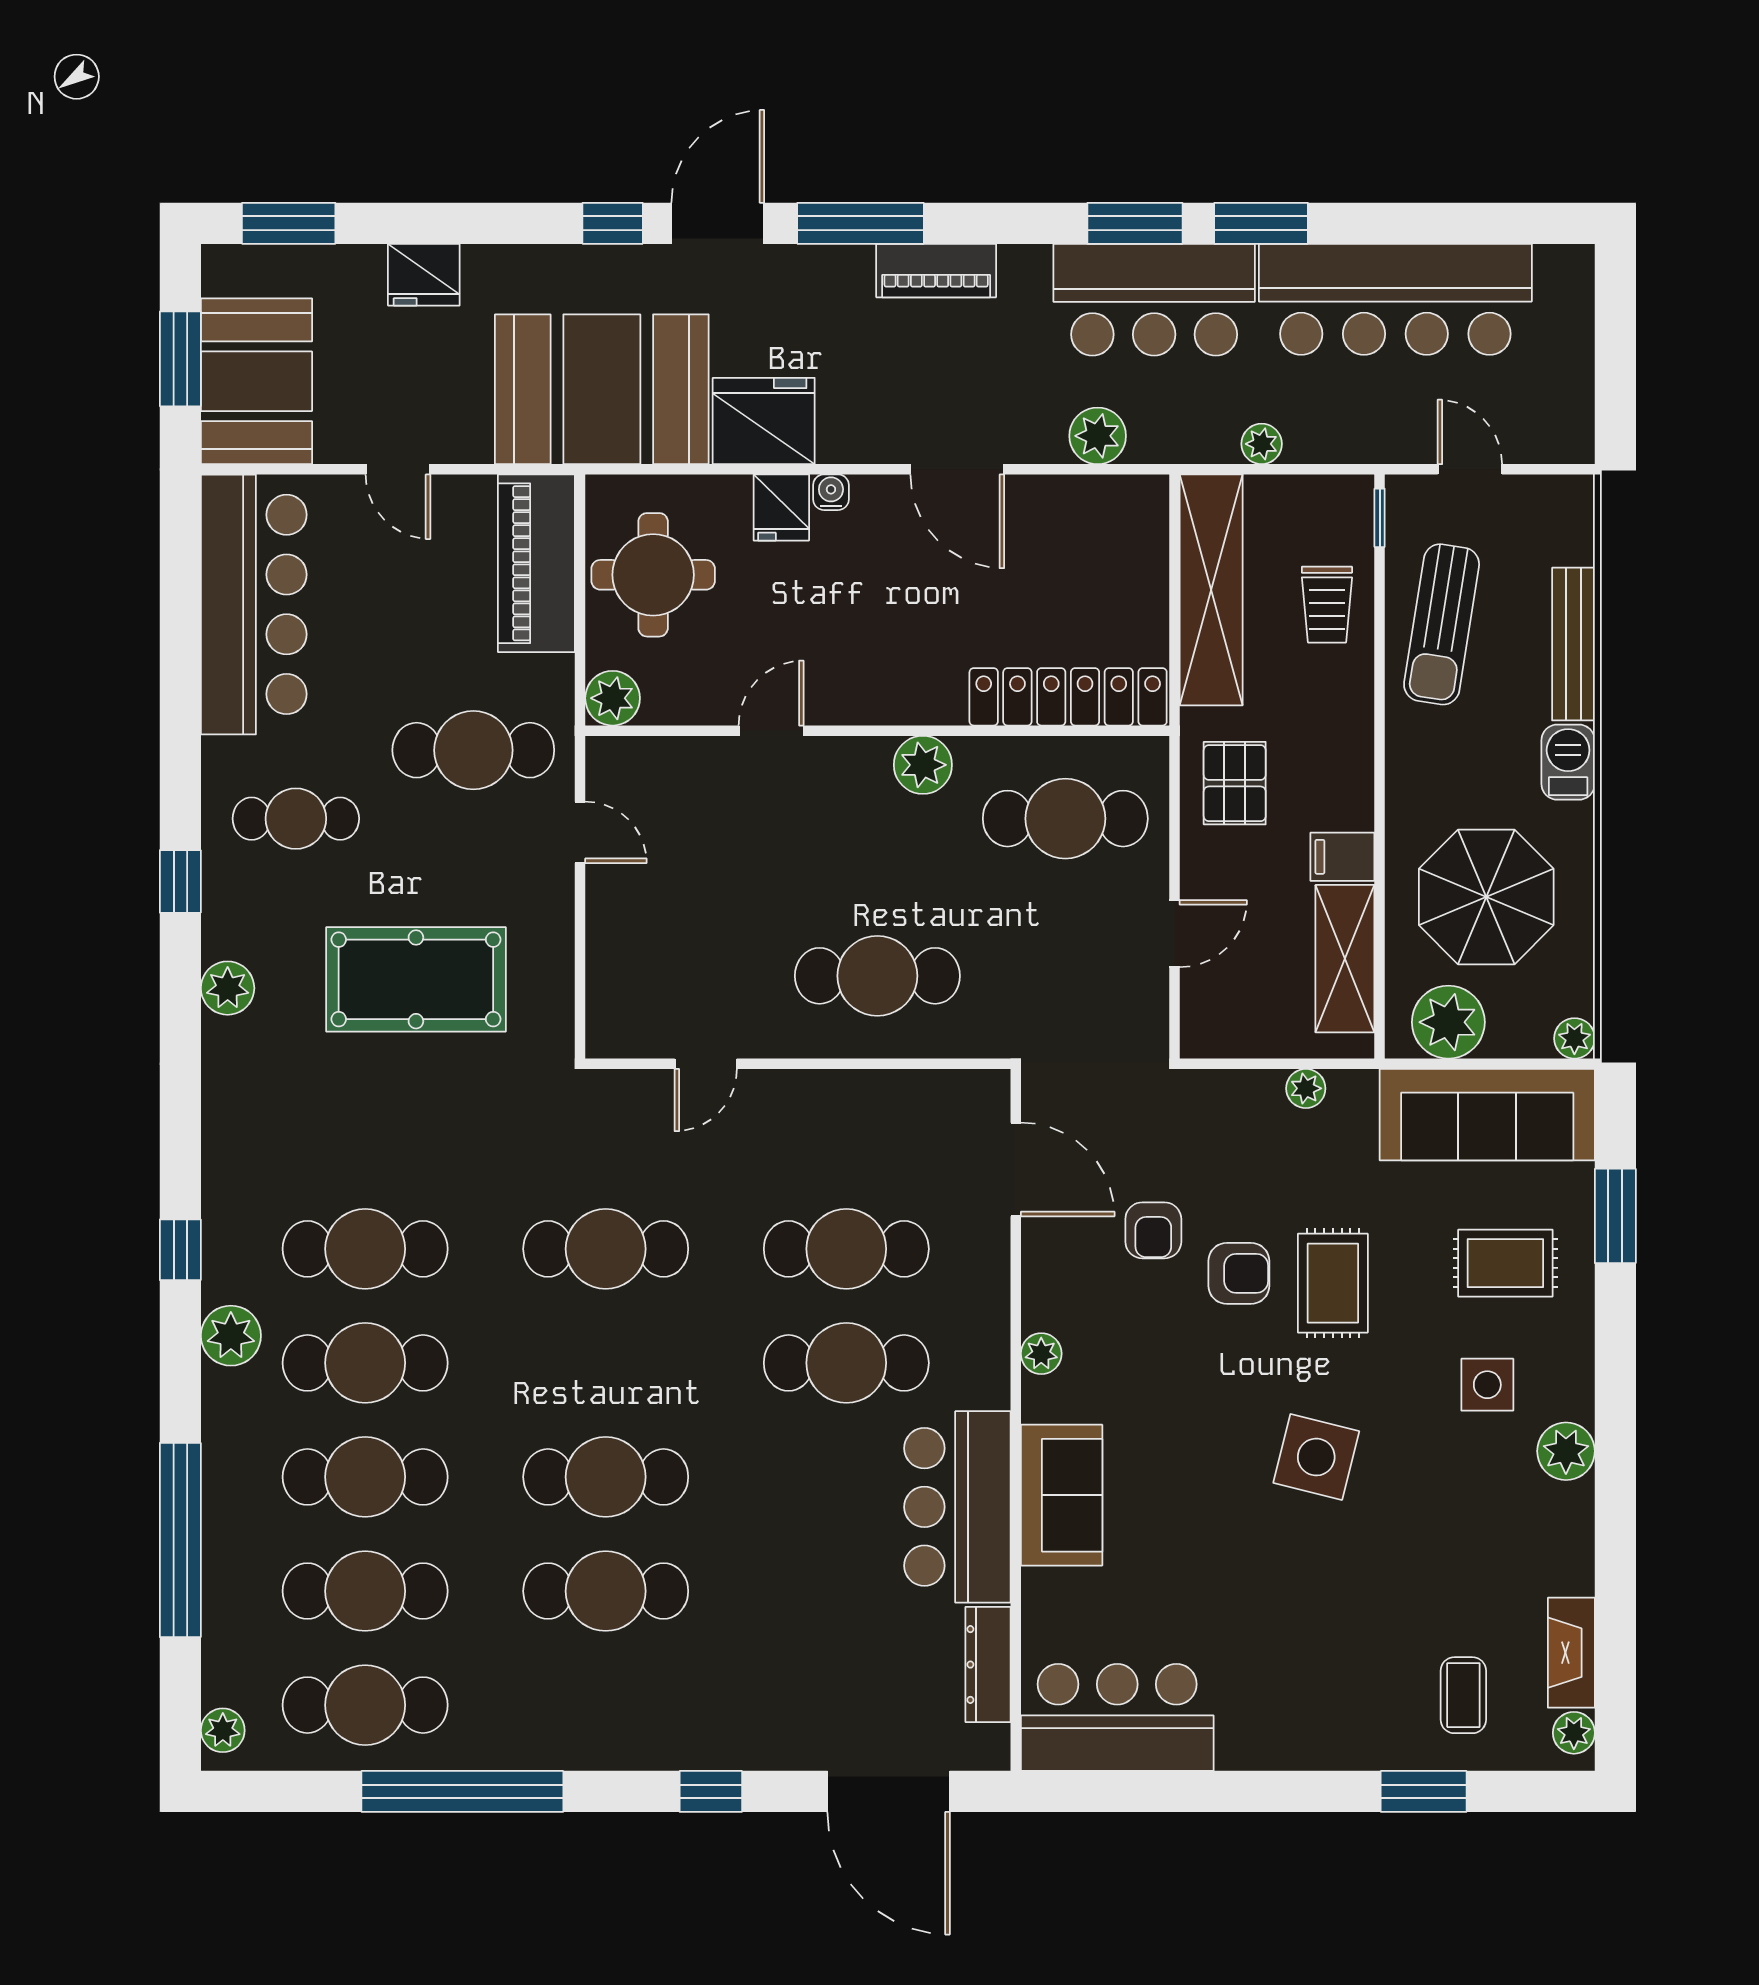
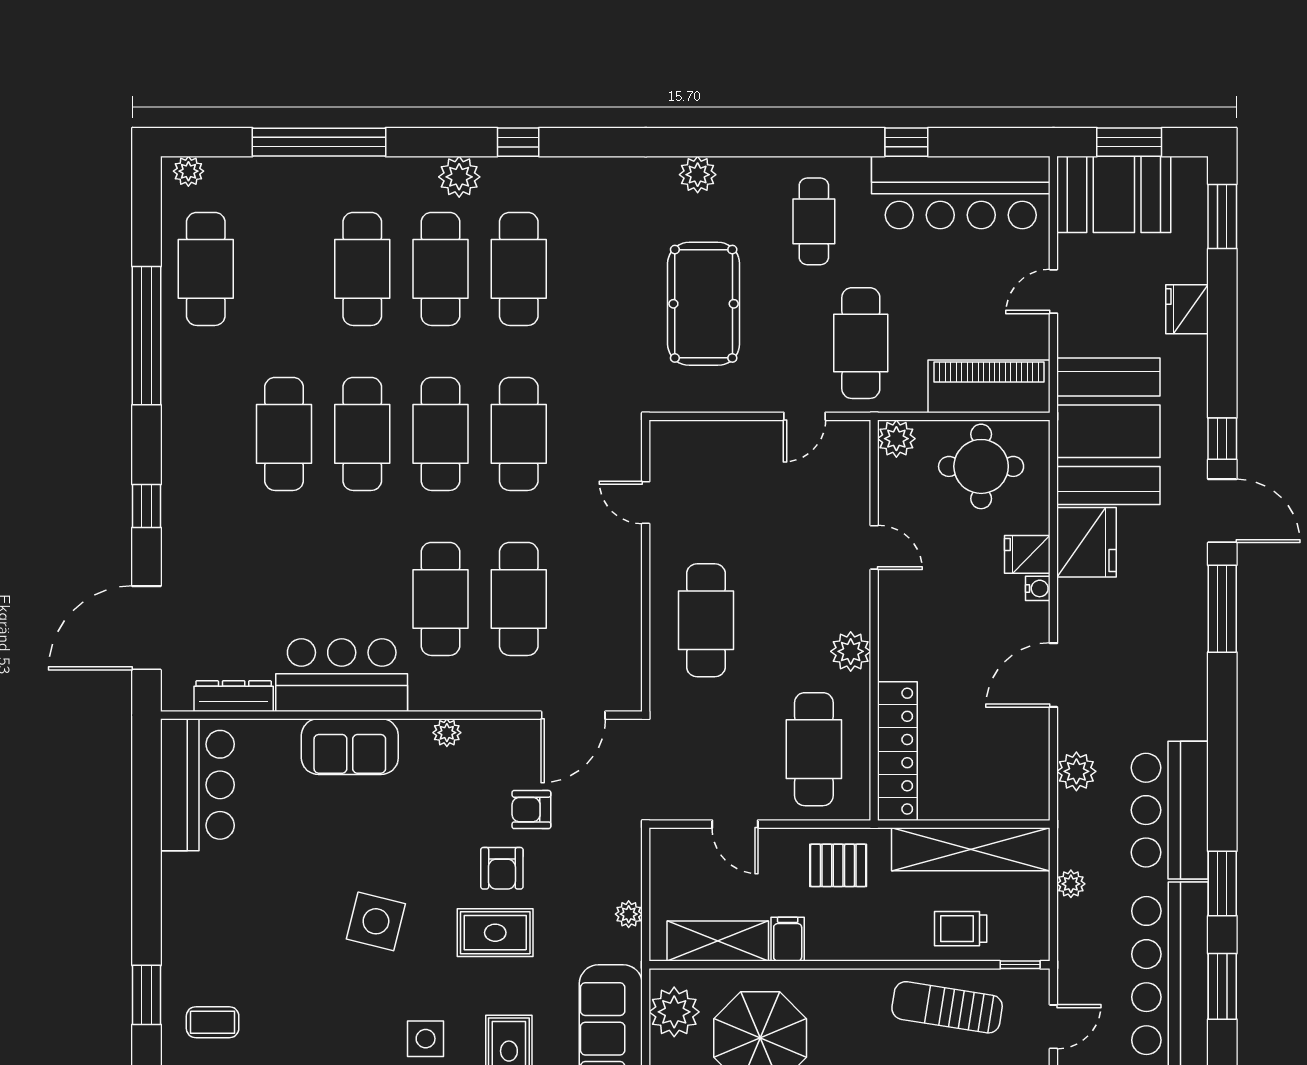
window: (1135, 223) -> (1222, 986), moved
piano: (936, 271) -> (1190, 661), removed
window: (180, 881) -> (906, 142), moved
cafe table: (365, 1591) -> (440, 434), moved

